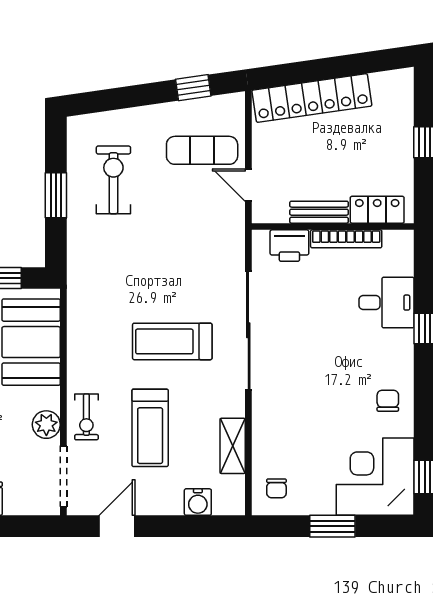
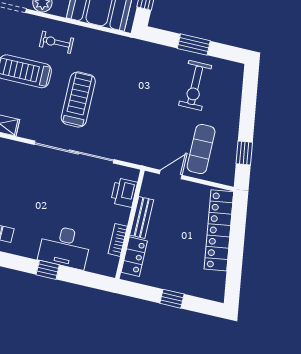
exercise bike: (113, 180) -> (195, 85), turned 90
bookcase: (346, 239) -> (118, 240), width x0.64
desk: (386, 303) -> (65, 247), width x1.37
exercise bike: (86, 417) -> (56, 42), moved

